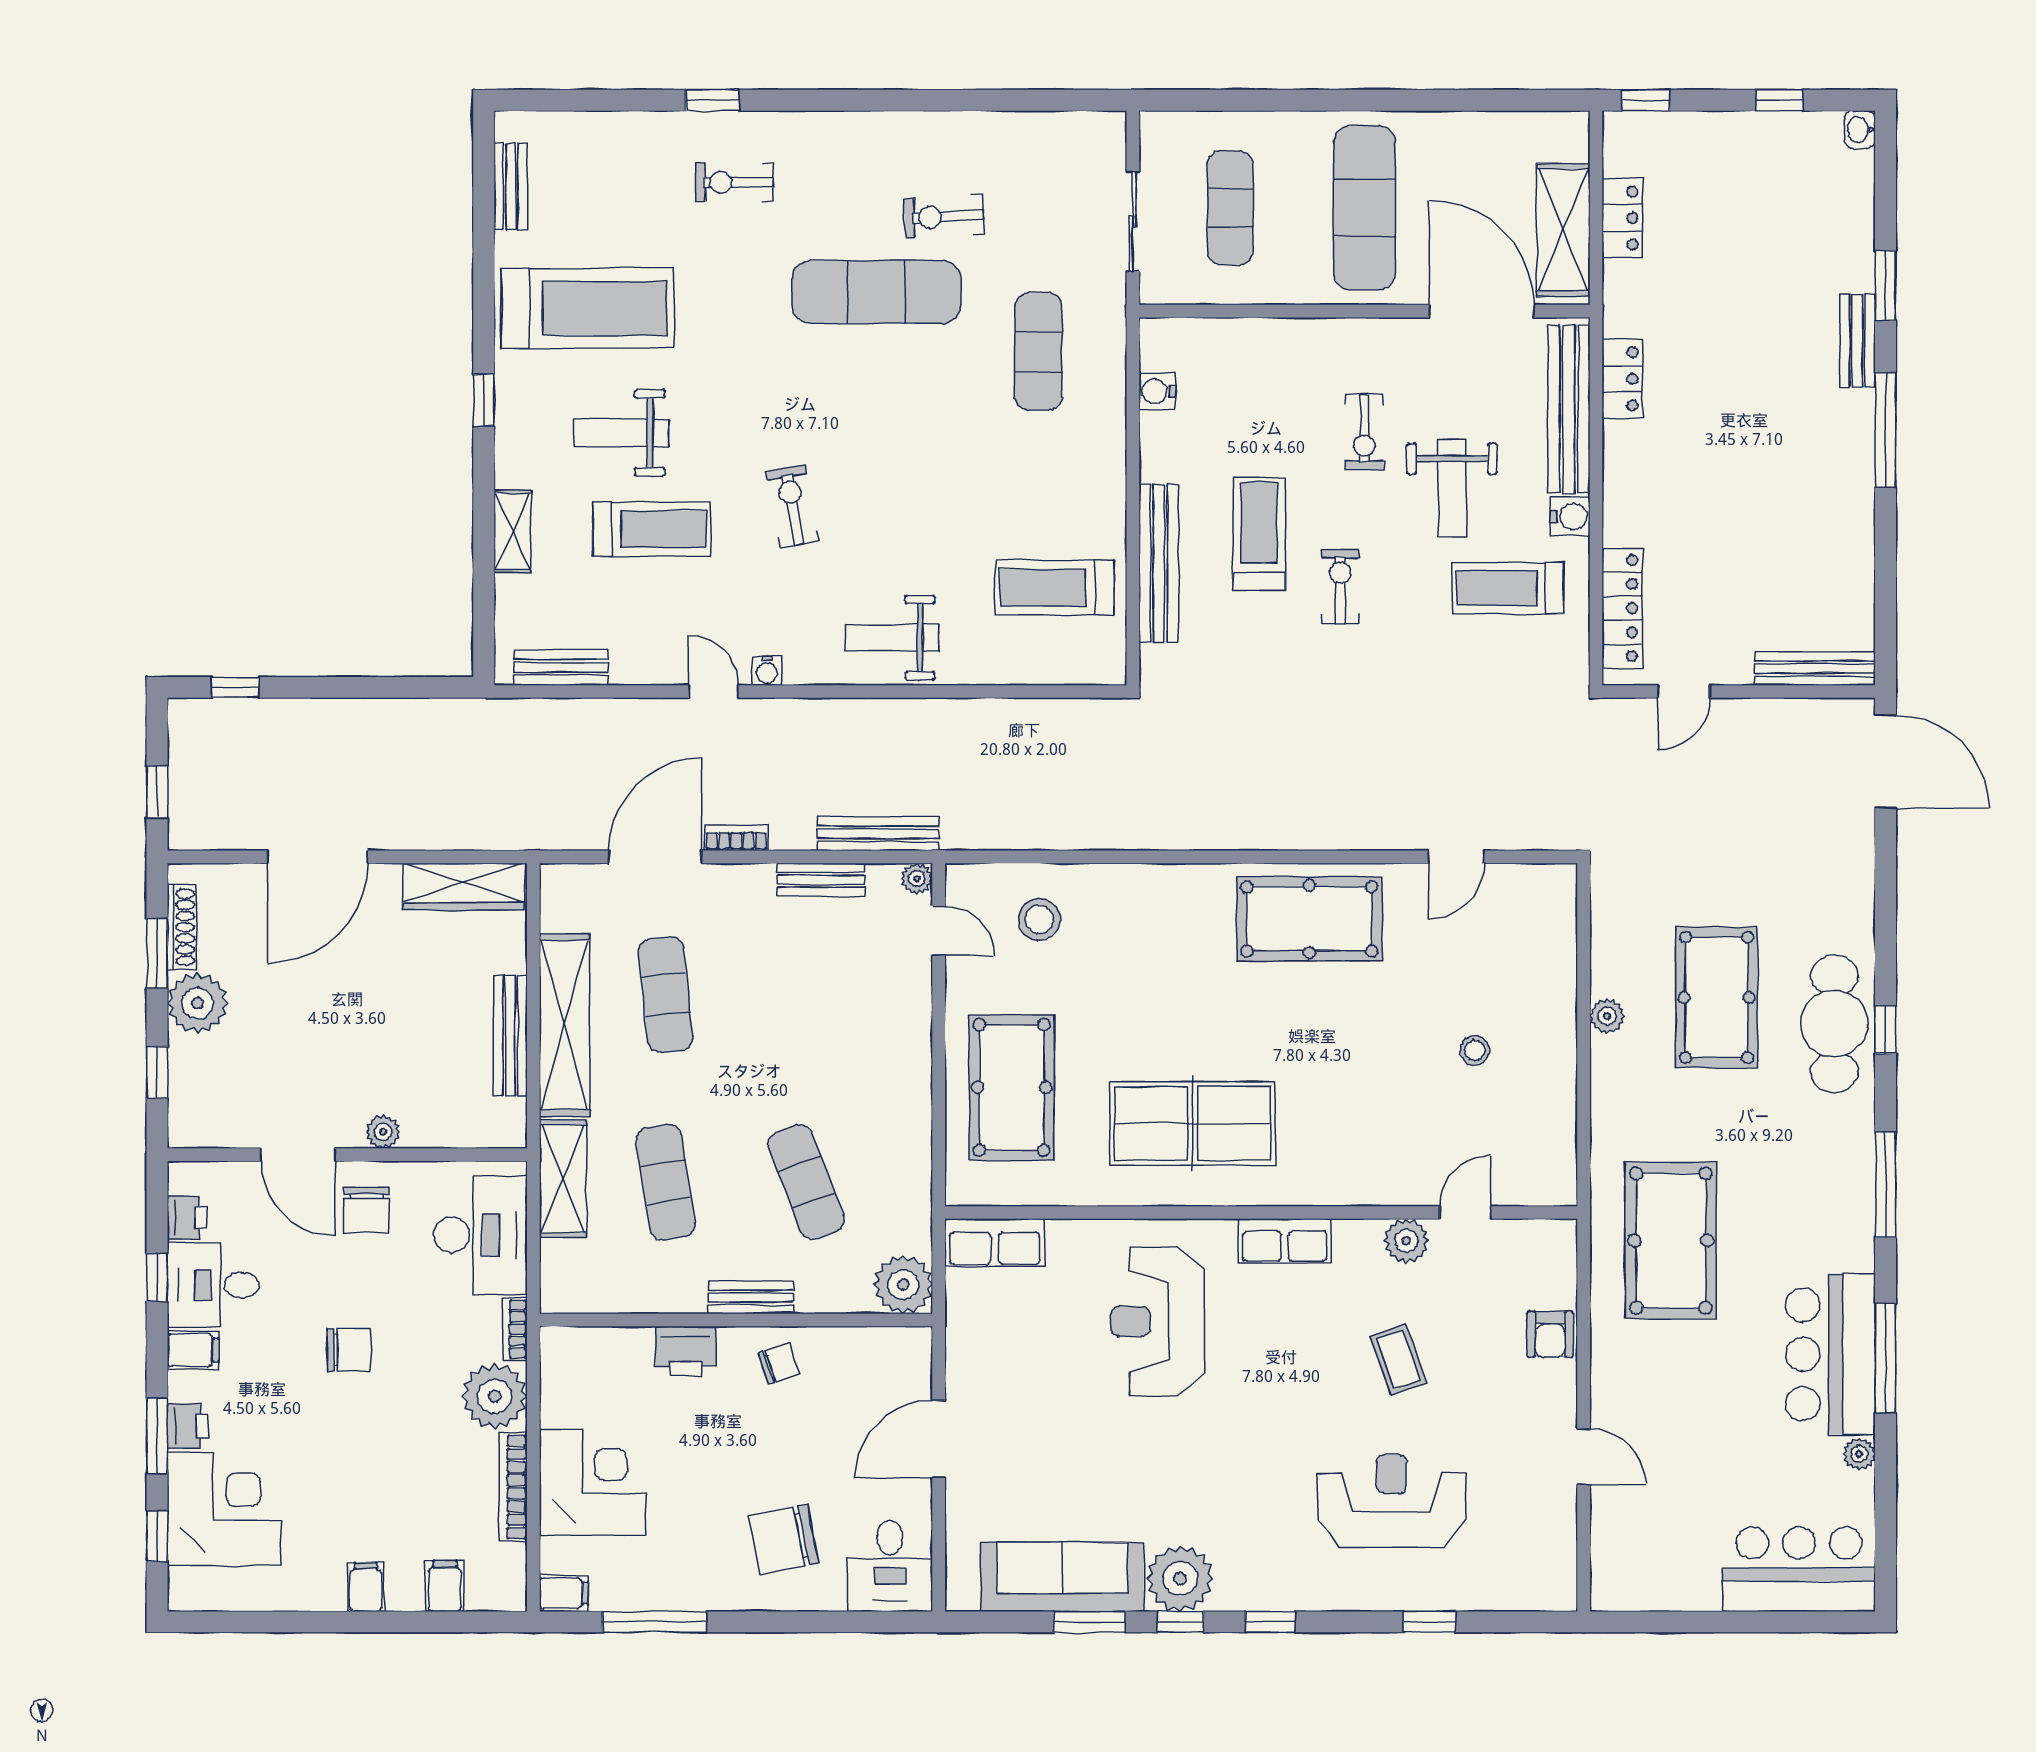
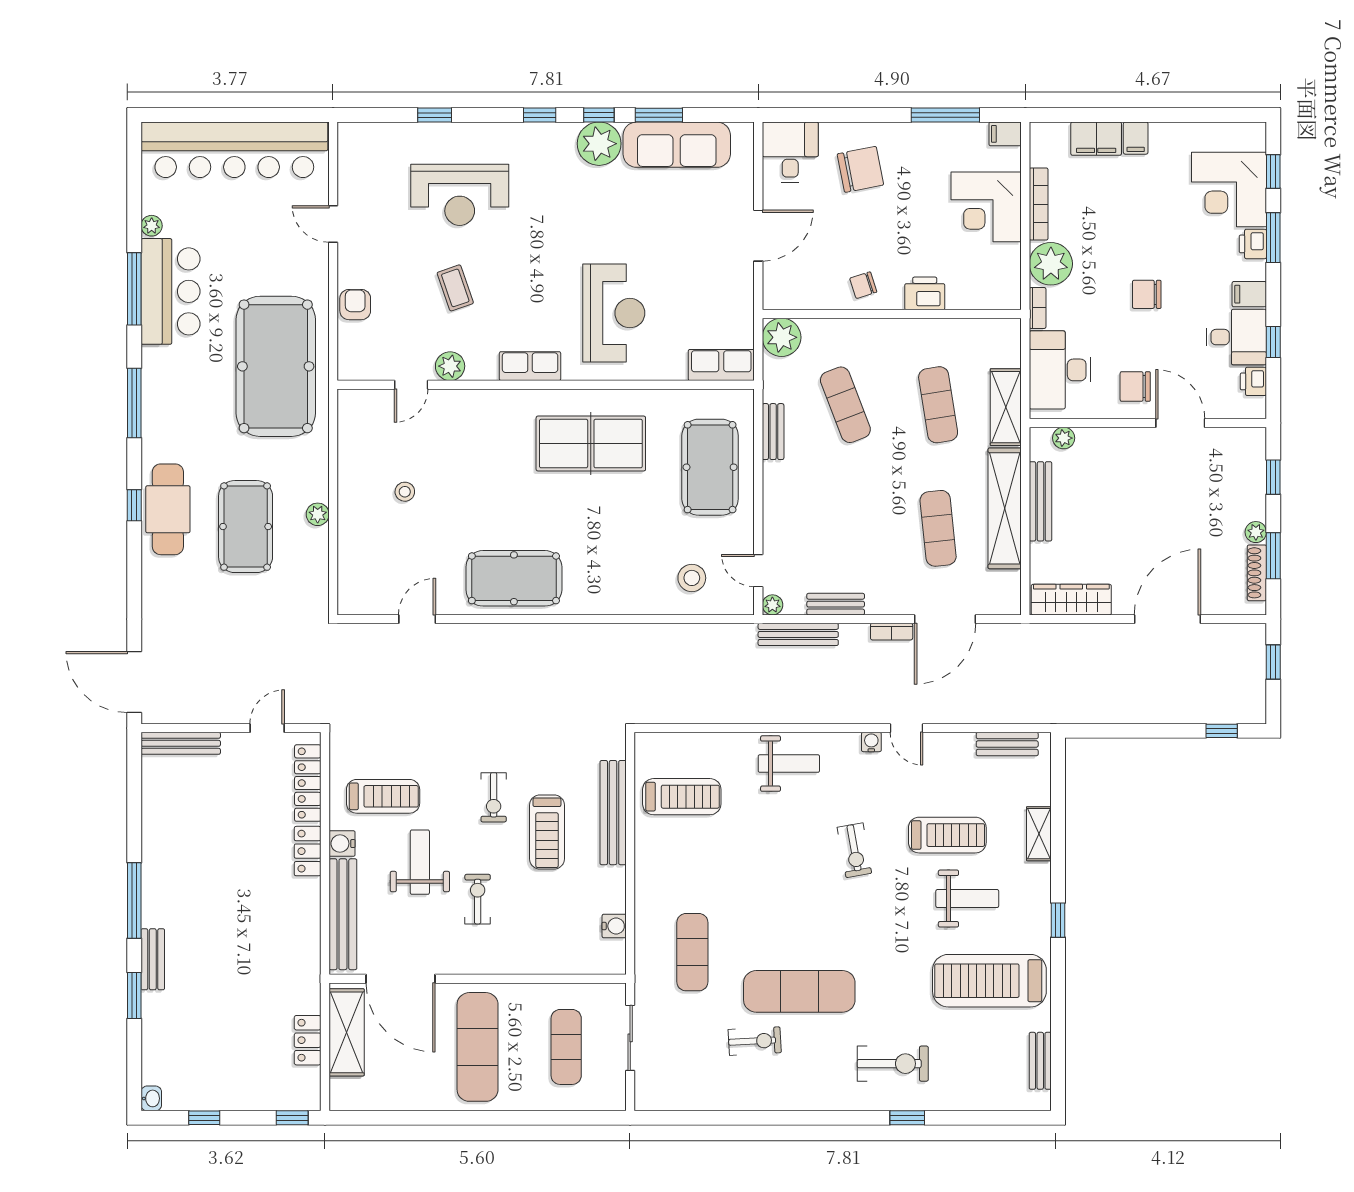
exercise bike: (734, 182) -> (893, 1064), width x1.38, depth x1.39
locker: (1622, 379) -> (308, 851), moved
treadmill: (652, 529) -> (947, 835), turned 180
plant: (198, 1003) -> (1256, 532), width x0.53, depth x0.53
plant: (383, 1132) -> (1064, 438), moved
chair: (366, 1210) -> (1135, 387), turned -90
pool table: (1671, 1241) -> (276, 366), width x1.36, depth x1.32
bench: (751, 1298) -> (773, 432), moved, turned 90
bar counter: (1799, 1569) -> (234, 150), width x1.86
filing cabinet: (445, 1586) -> (1096, 139), width x2.00

